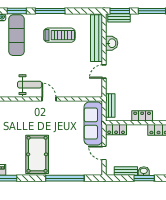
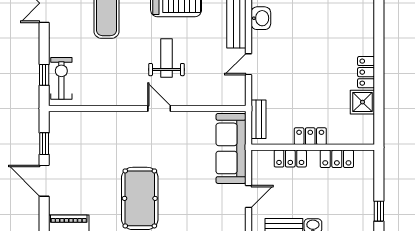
weight bench: (30, 85) -> (166, 58), moved, turned -90
locker: (116, 130) -> (290, 159), moved
door: (104, 153) -> (249, 196), swing flipped

